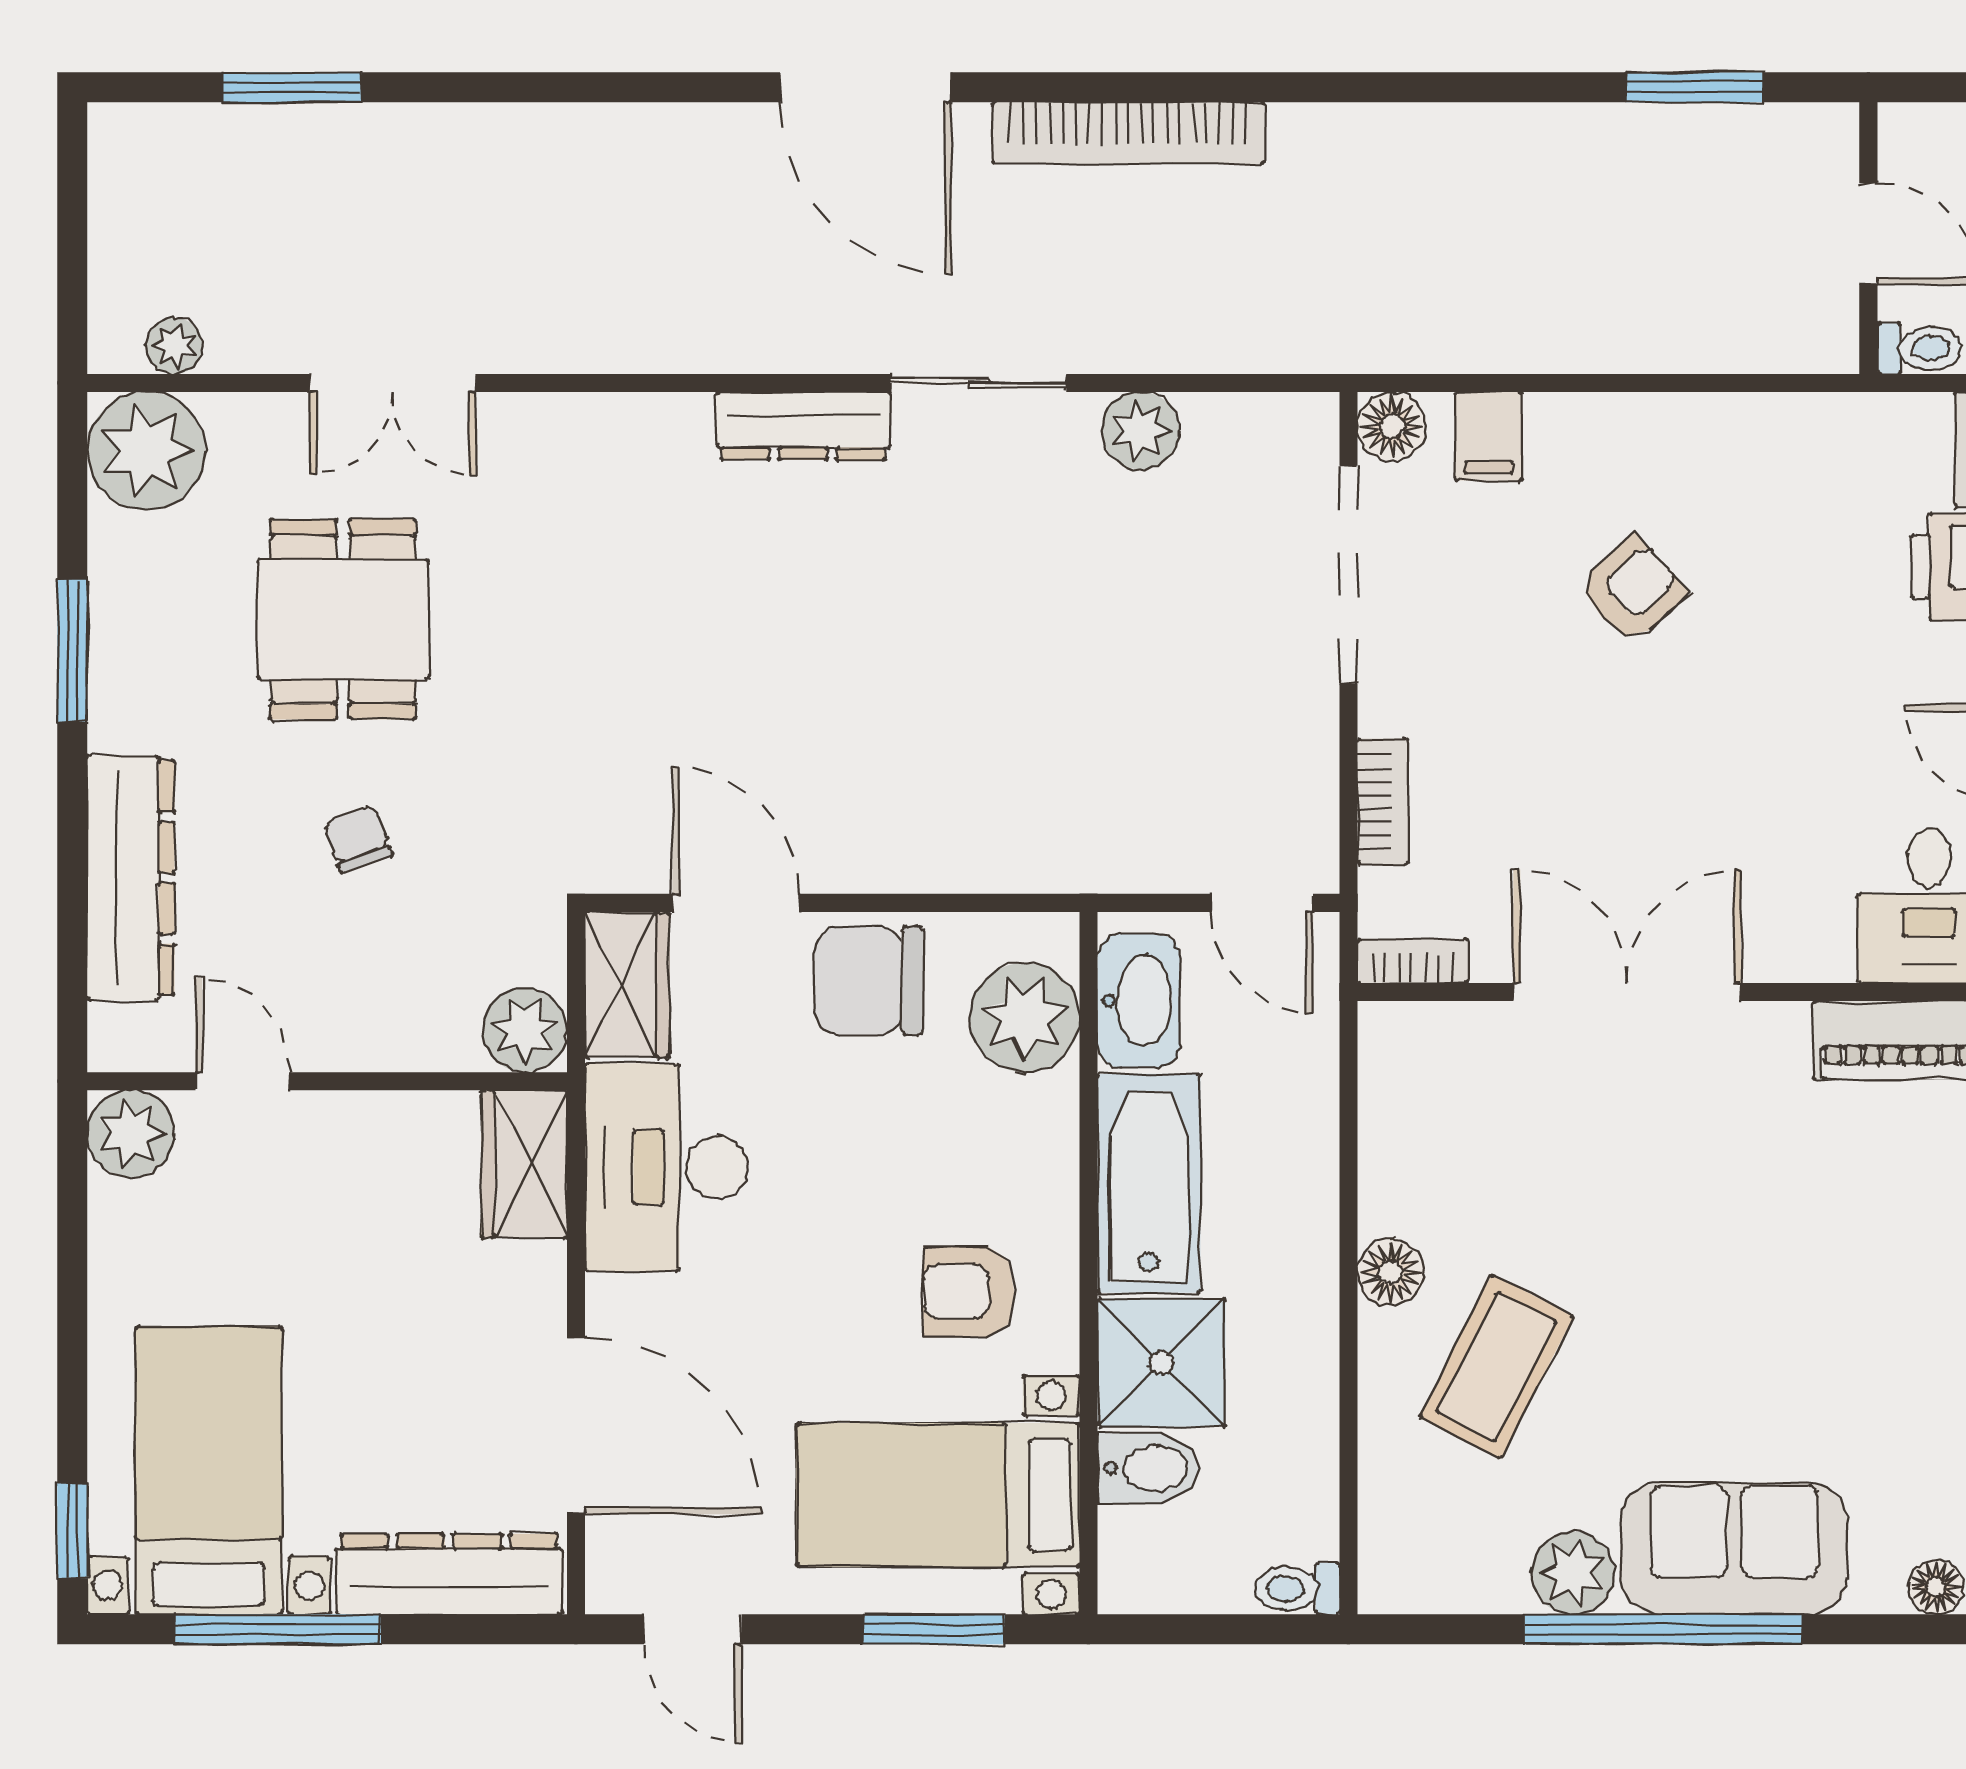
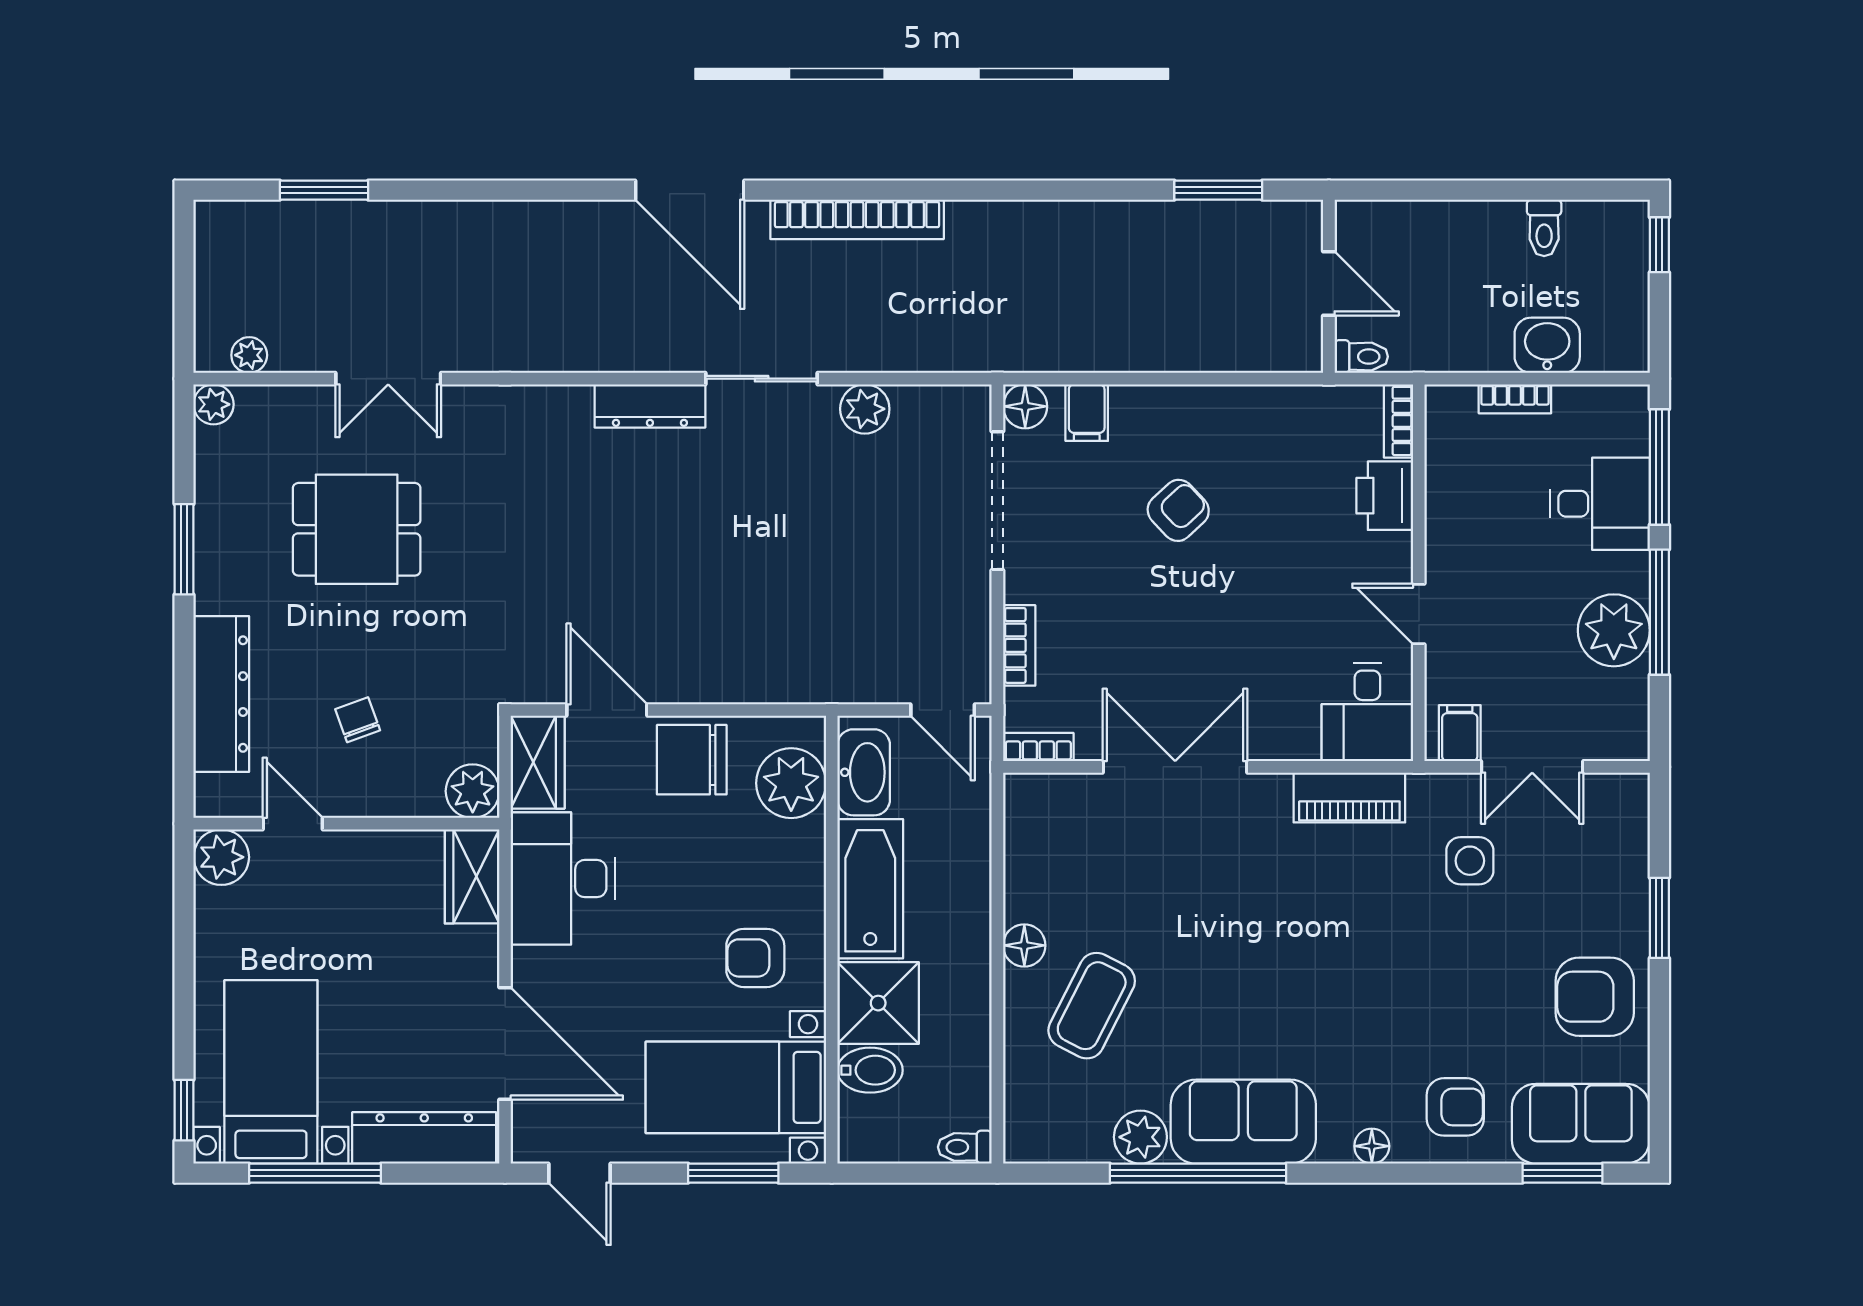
plant: (146, 451) -> (214, 404), width x0.53, depth x0.53
dining table: (343, 619) -> (357, 529), turned 90
chair: (358, 839) -> (358, 720), moved

